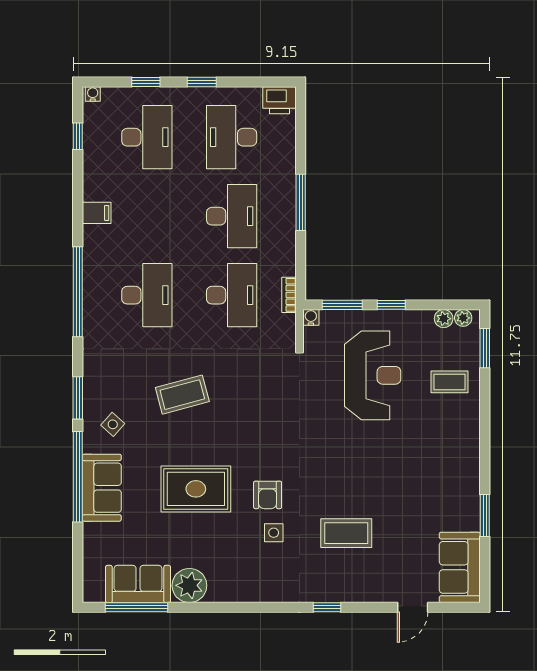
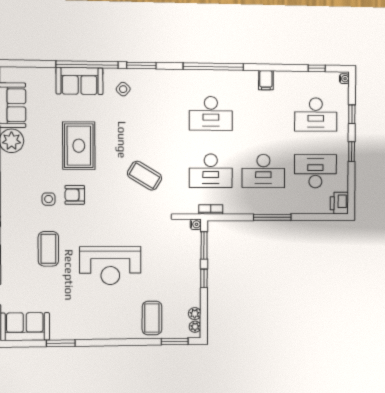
reception desk: (373, 375) -> (110, 266), moved
coffee table: (449, 382) -> (152, 318), width x1.36, depth x1.30
coffee table: (182, 395) -> (145, 176), moved, turned -44

